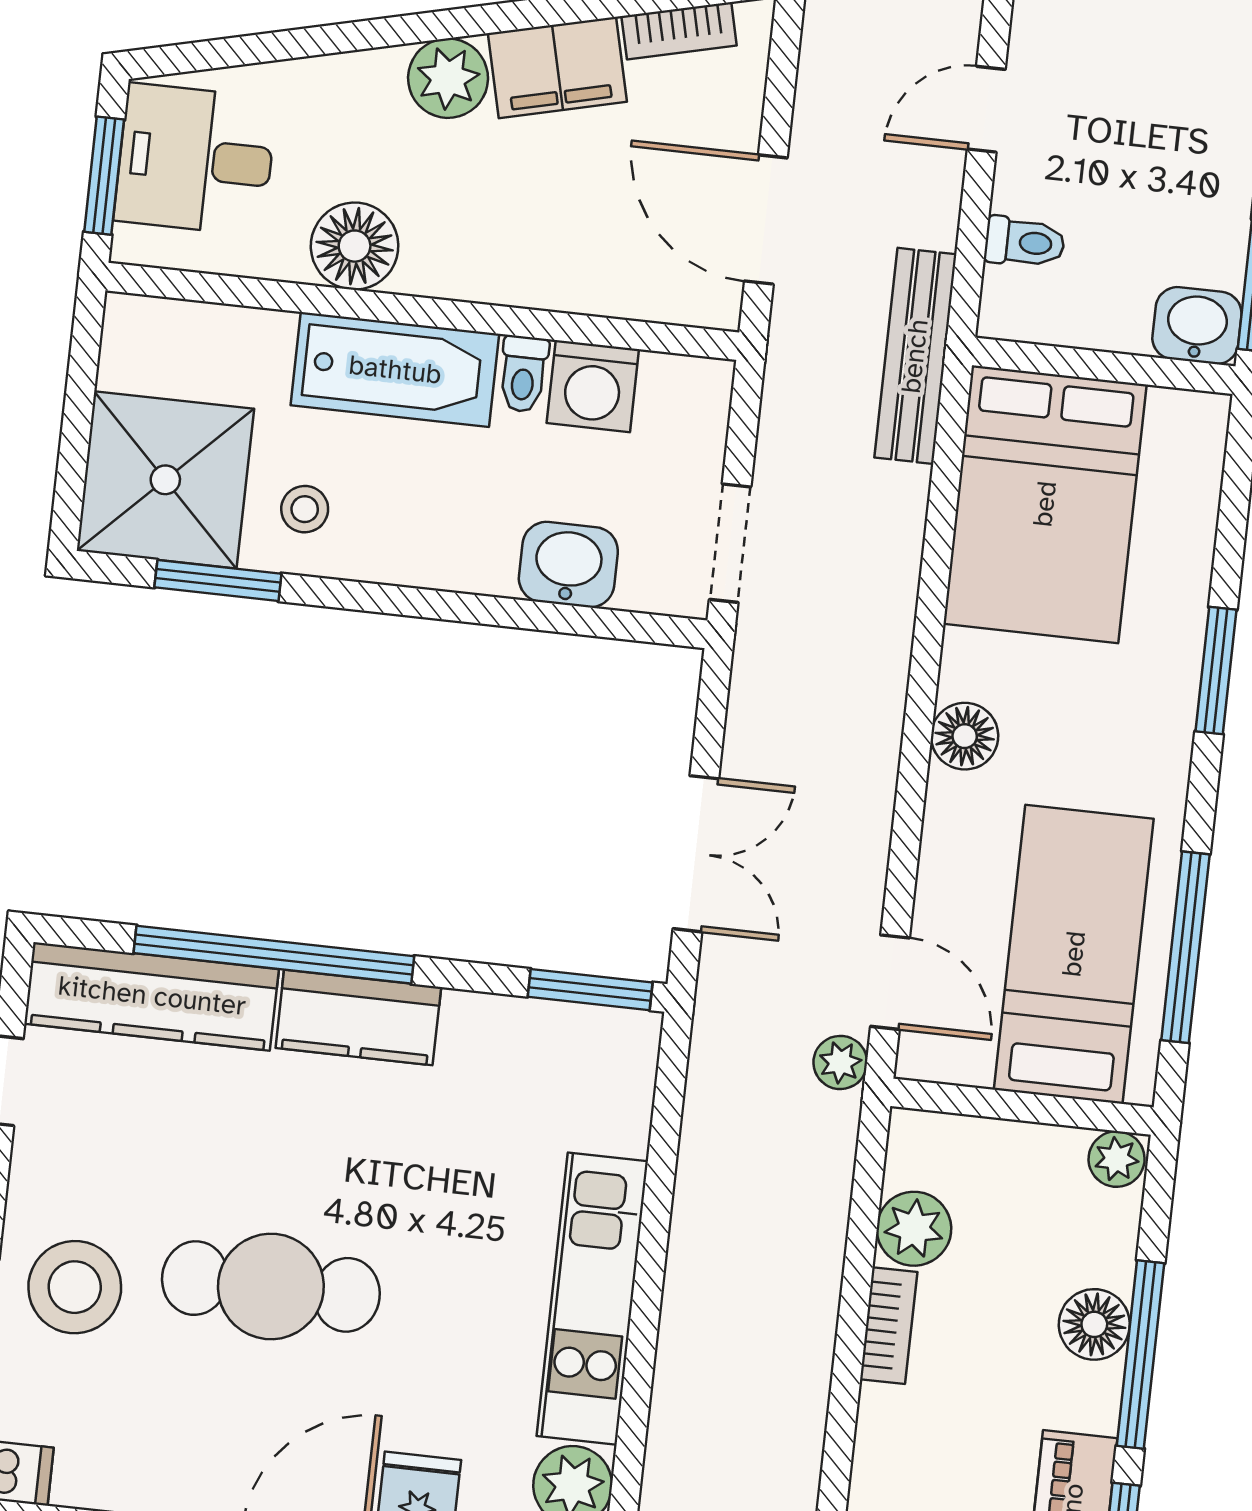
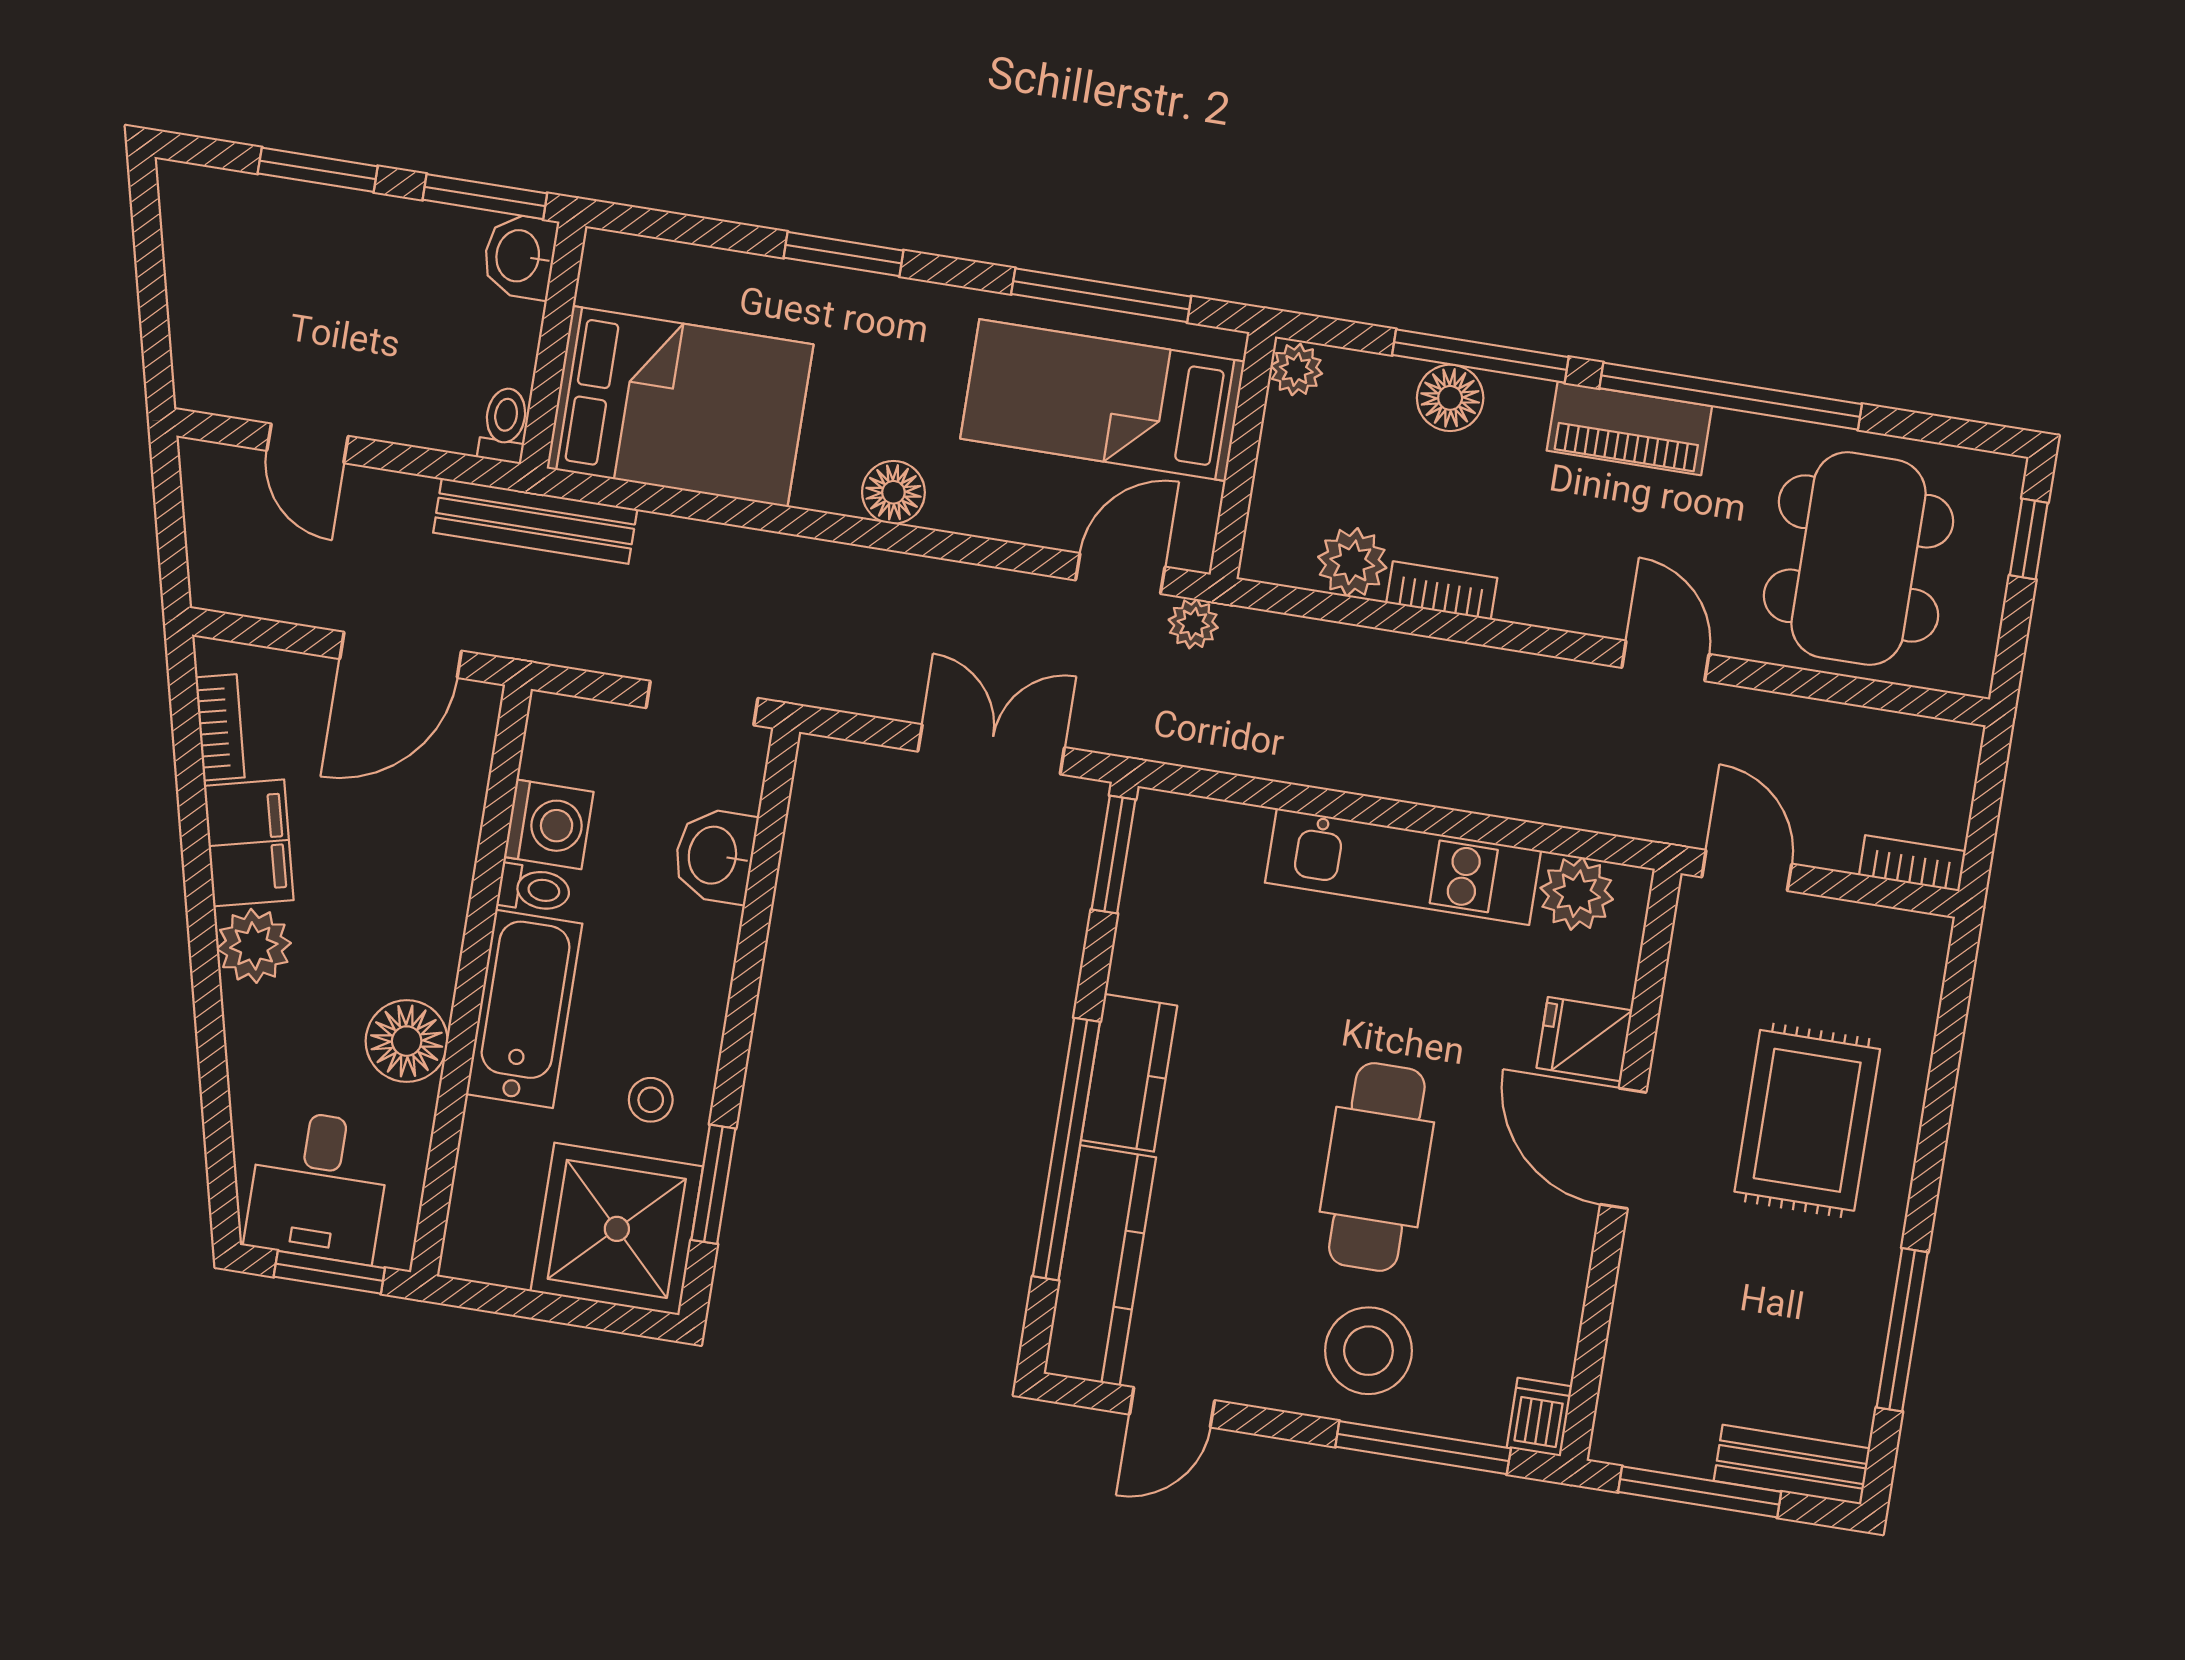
toilet: (1025, 242) -> (505, 425), moved

